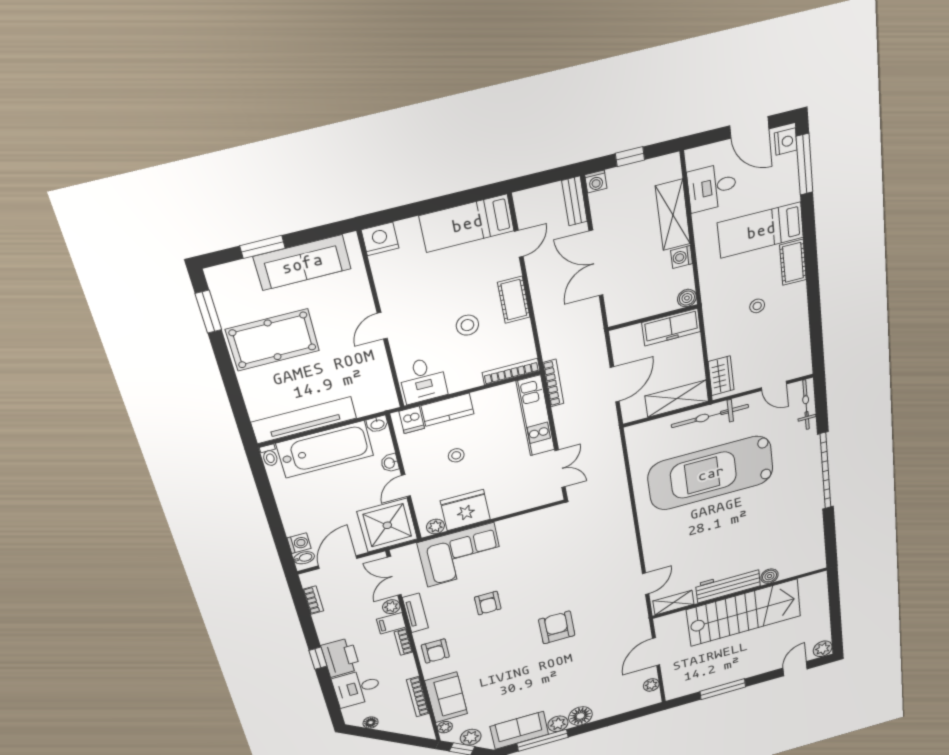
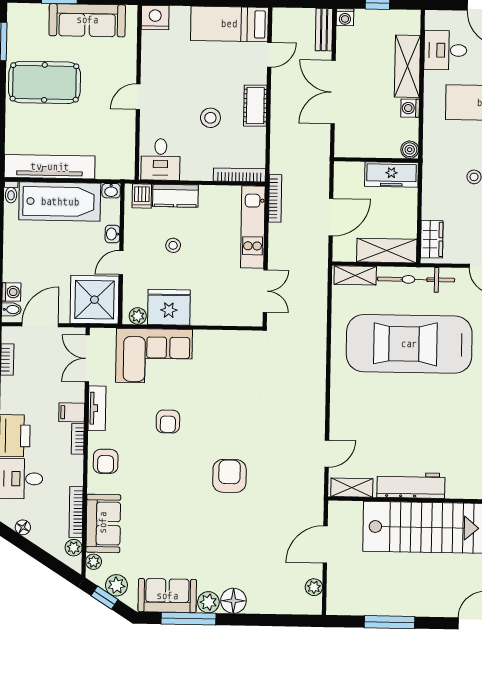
shelving: (648, 430) -> (355, 275), added
boiler: (769, 576) -> (455, 490), removed
plant: (391, 607) -> (74, 548), moved

